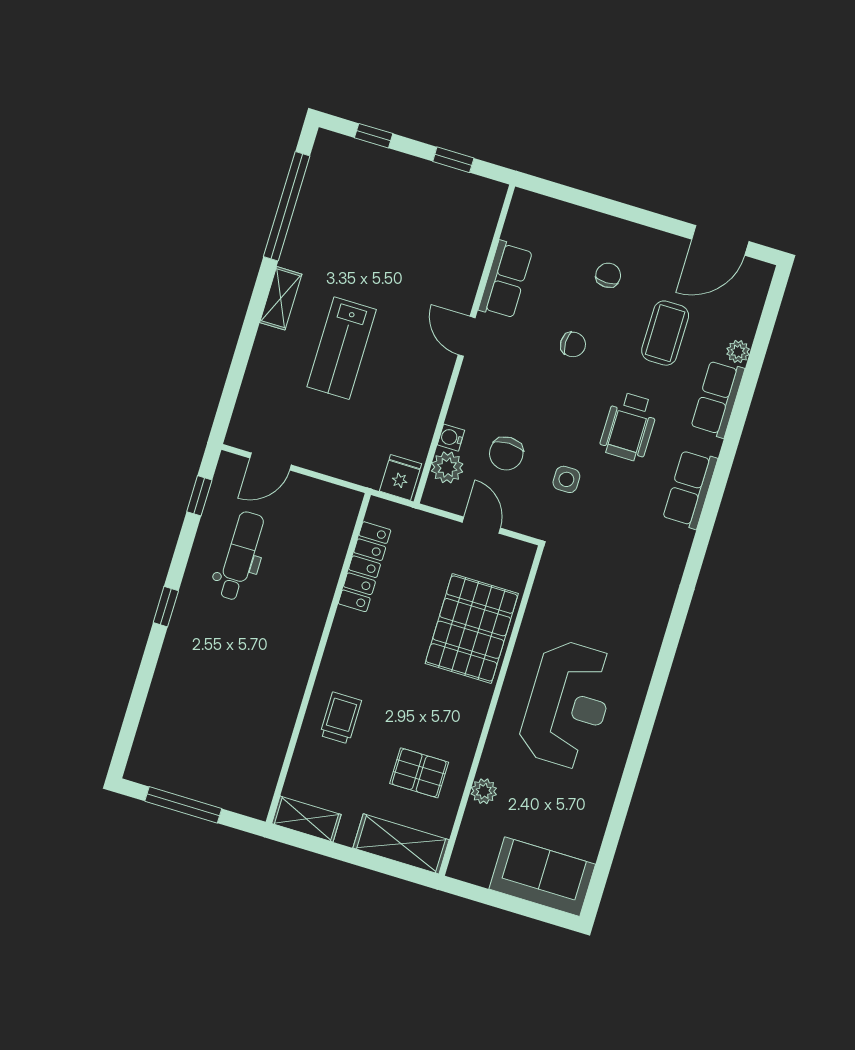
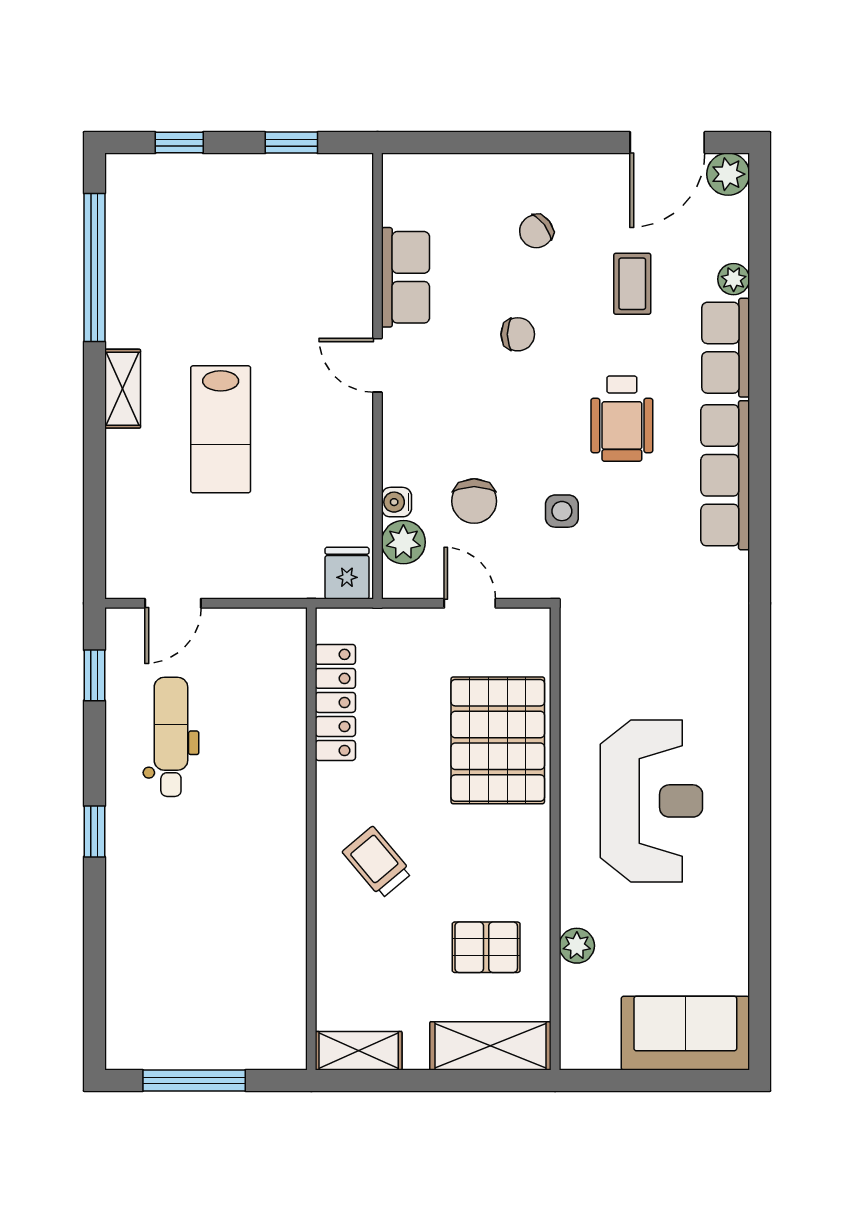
chair: (608, 275) -> (536, 231), turned -127
plant: (757, 276) -> (728, 174), added
coffee table: (665, 333) -> (632, 284), width x0.73, depth x0.77
row of seats: (690, 489) -> (725, 475), width x1.48
trolley: (341, 718) -> (377, 862), moved, turned -40

